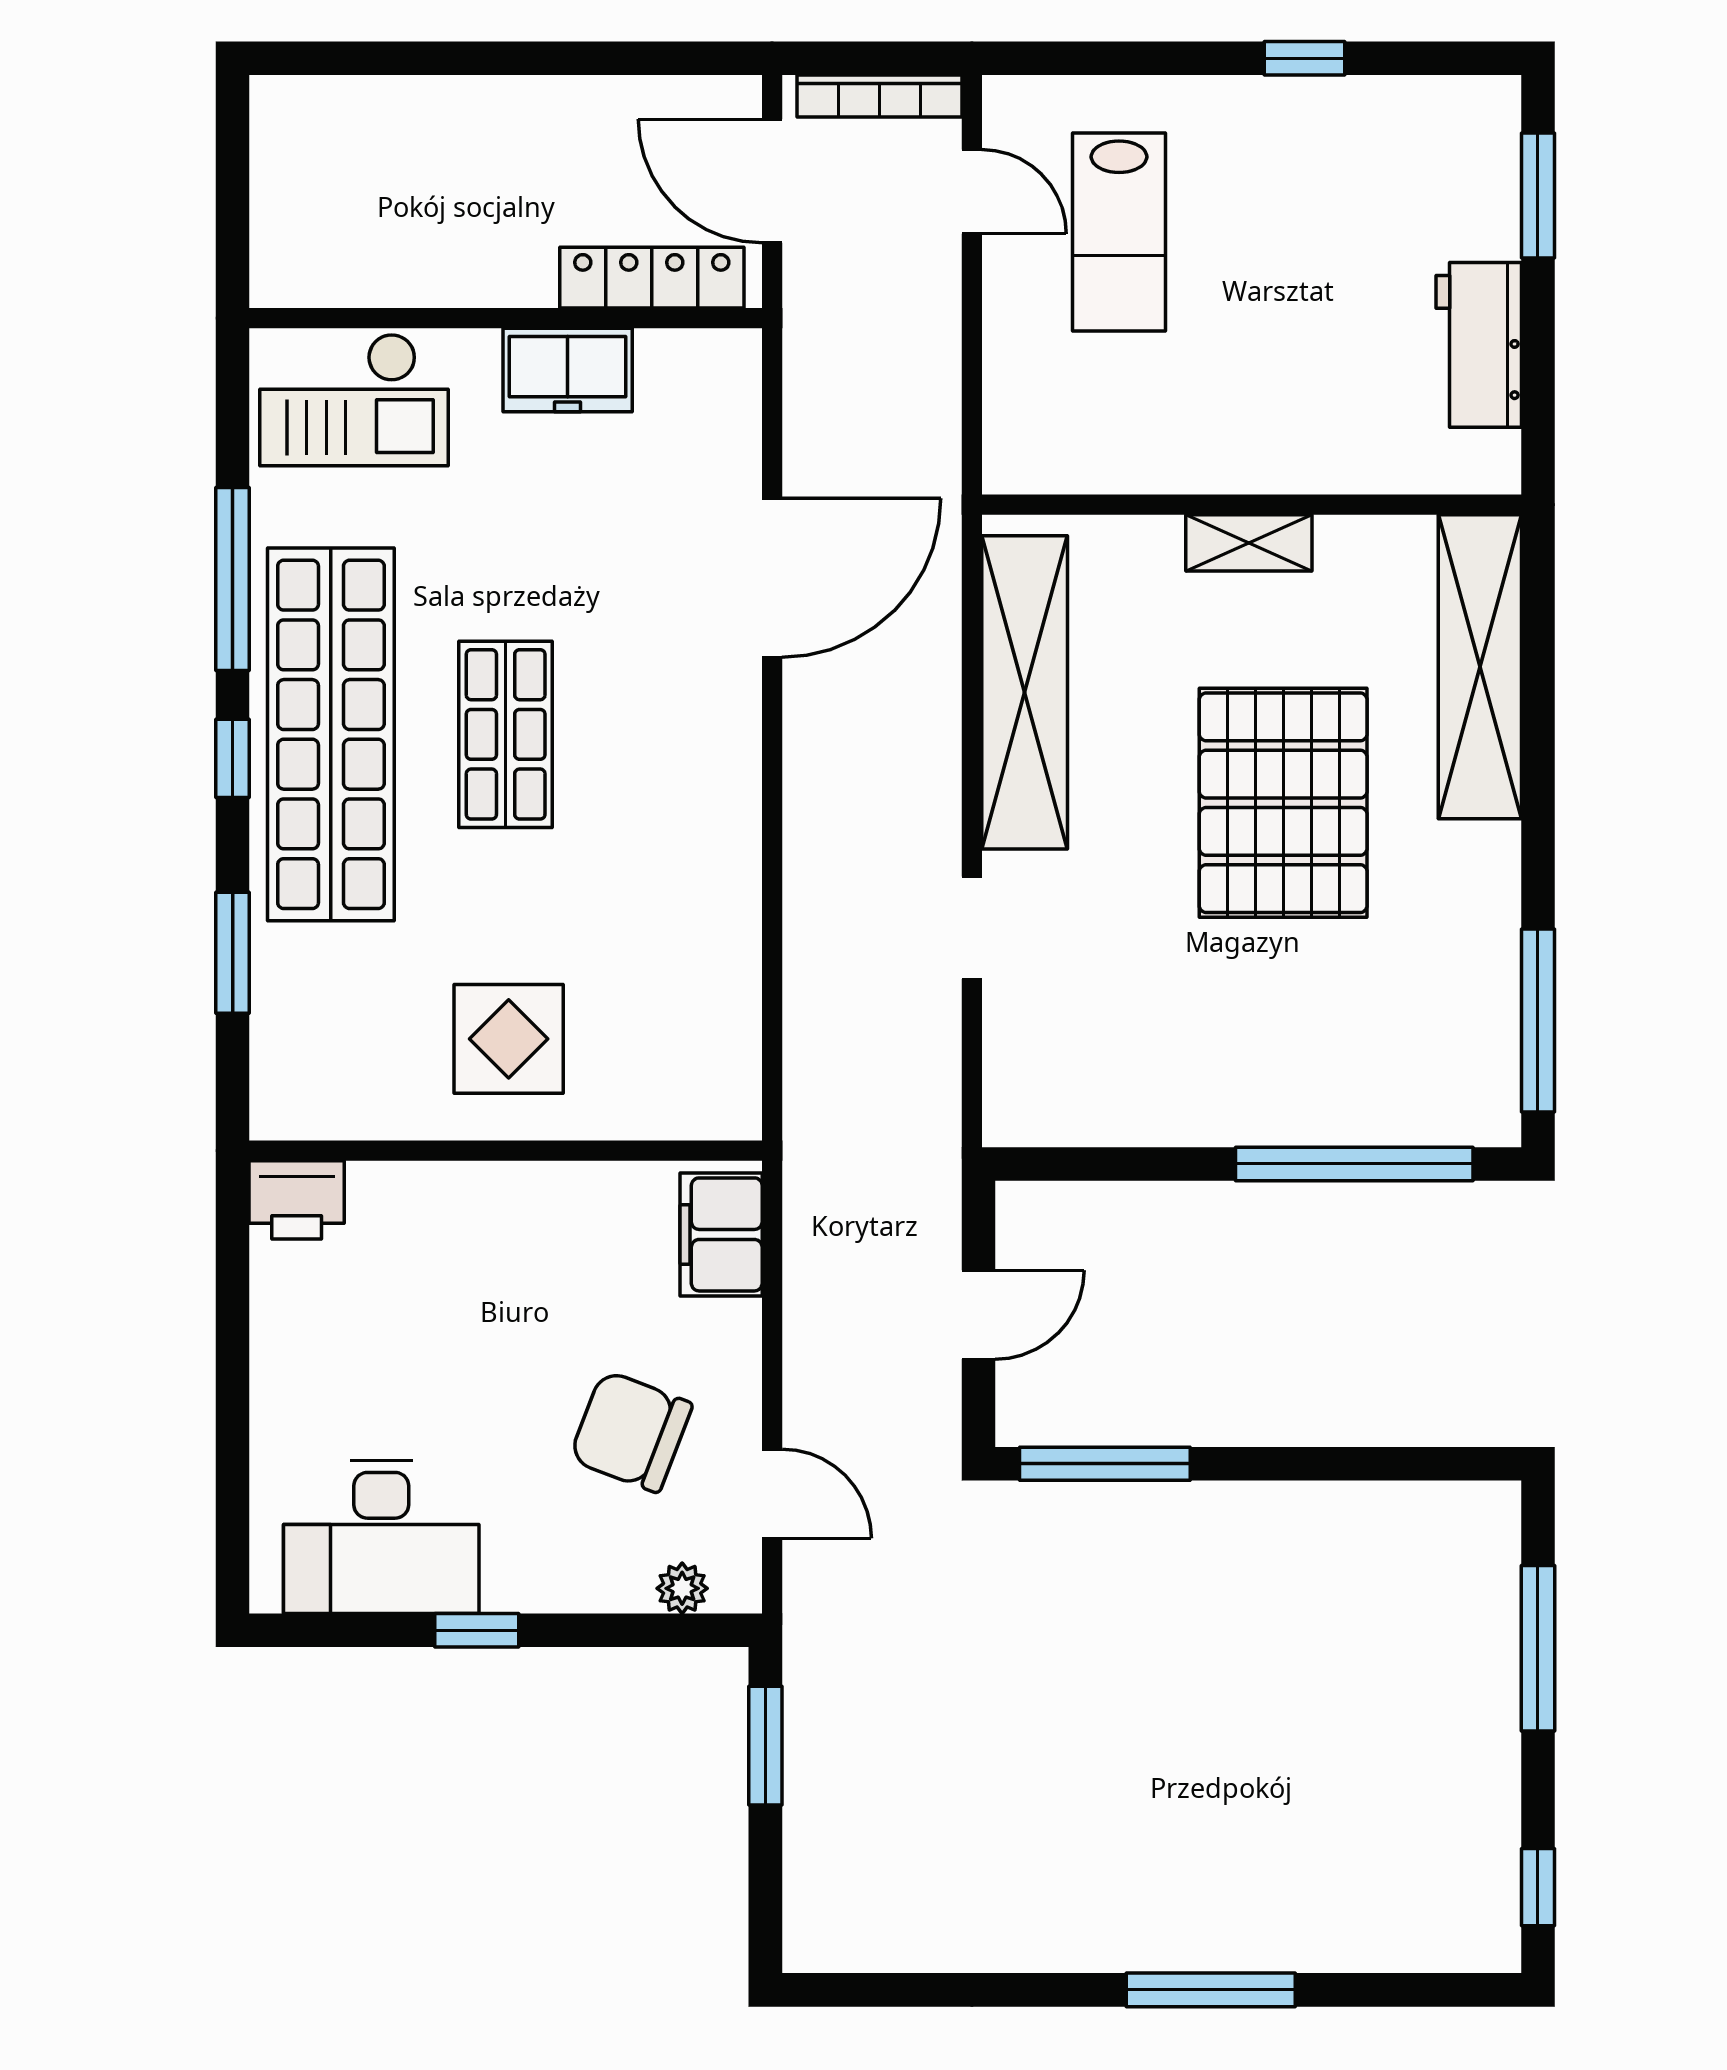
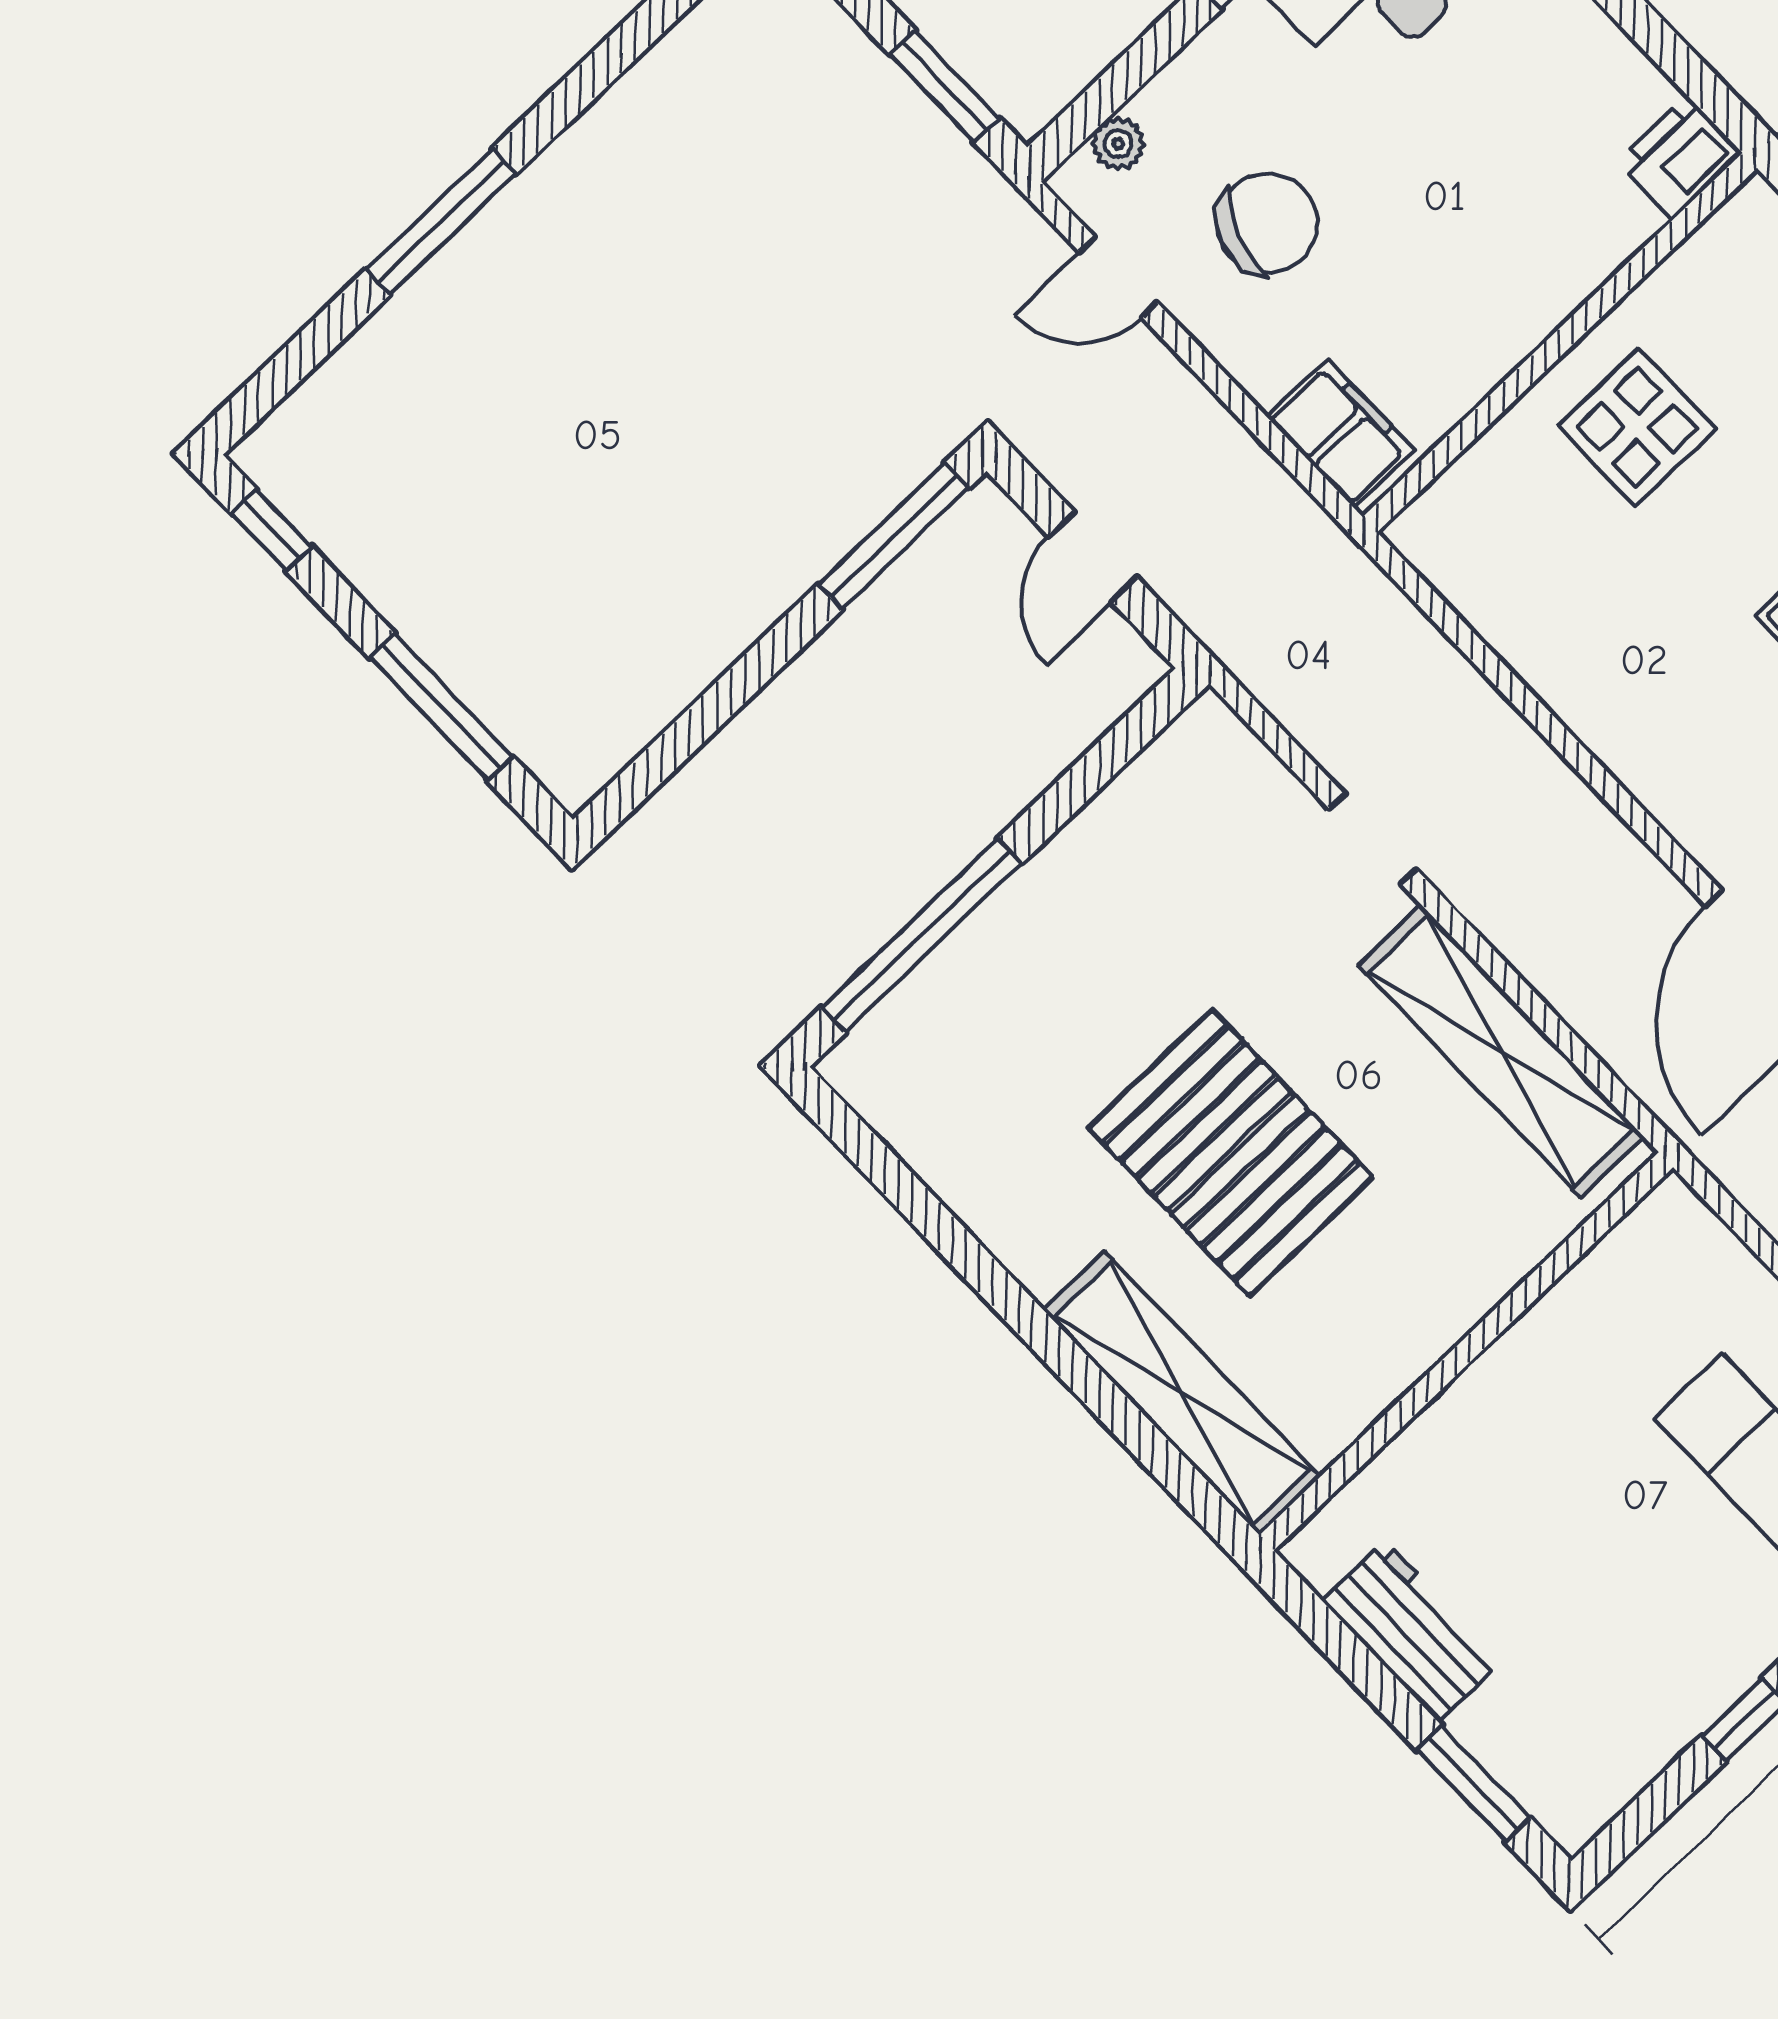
shelving: (1249, 543) -> (1441, 1321), removed
window: (1538, 1021) -> (887, 1172), removed

